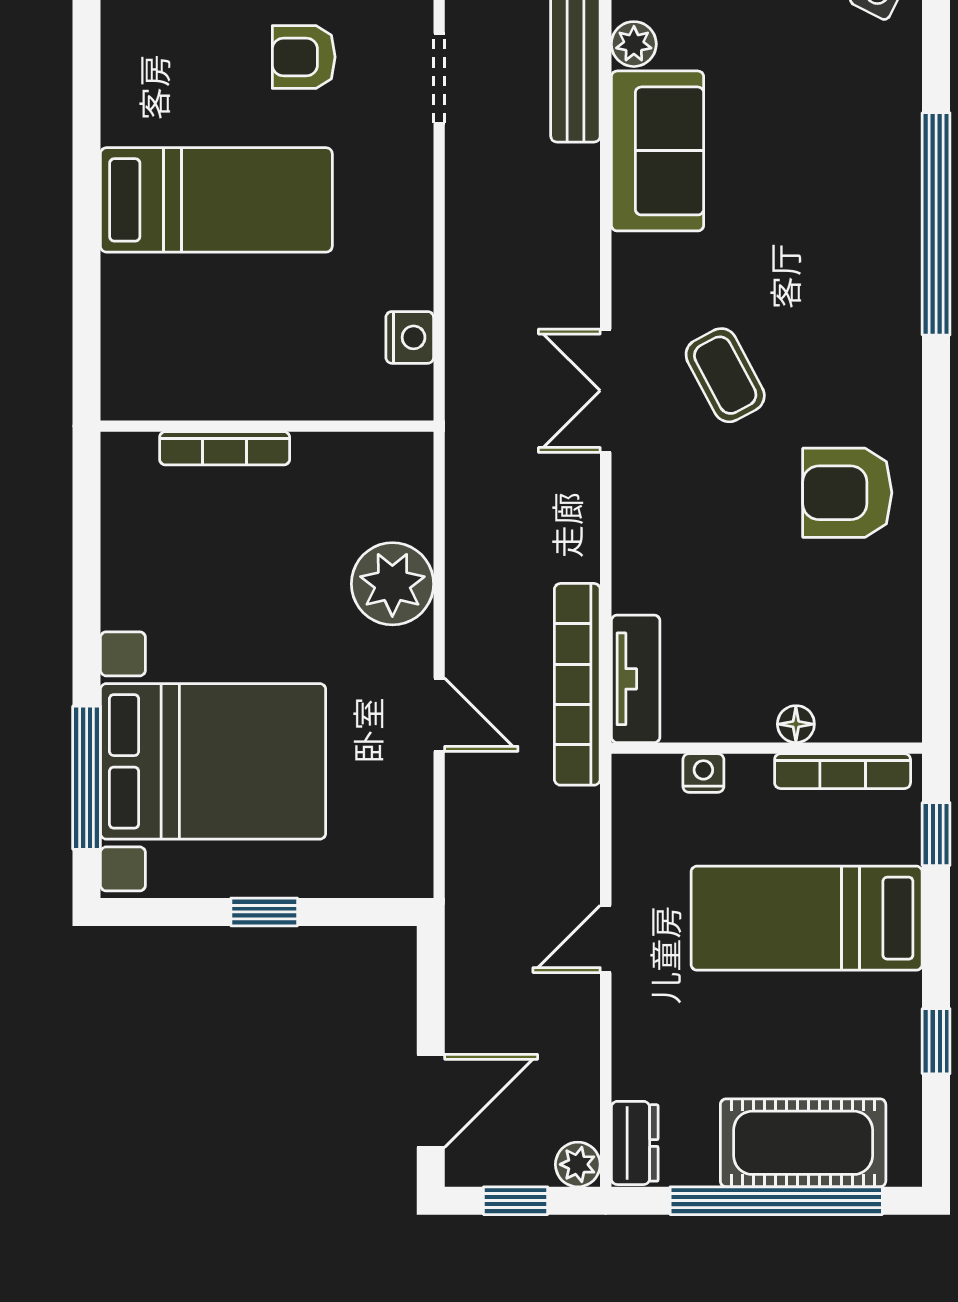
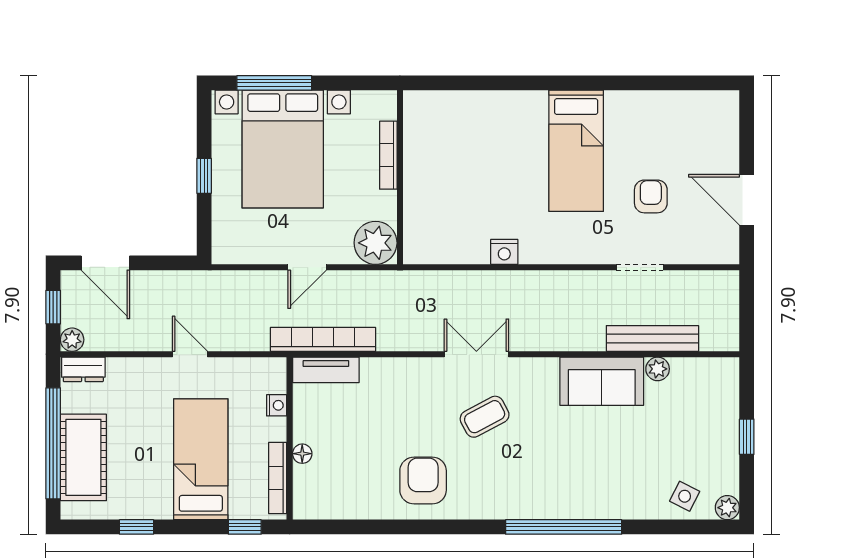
wall: (267, 426) -> (400, 177), moved
bookcase: (225, 448) -> (388, 155), moved

